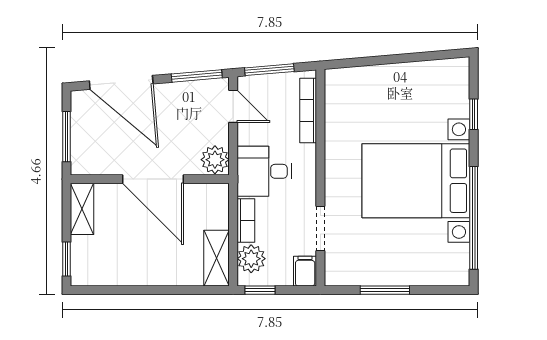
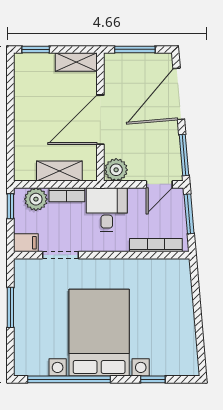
shelving: (216, 258) -> (59, 171), moved

